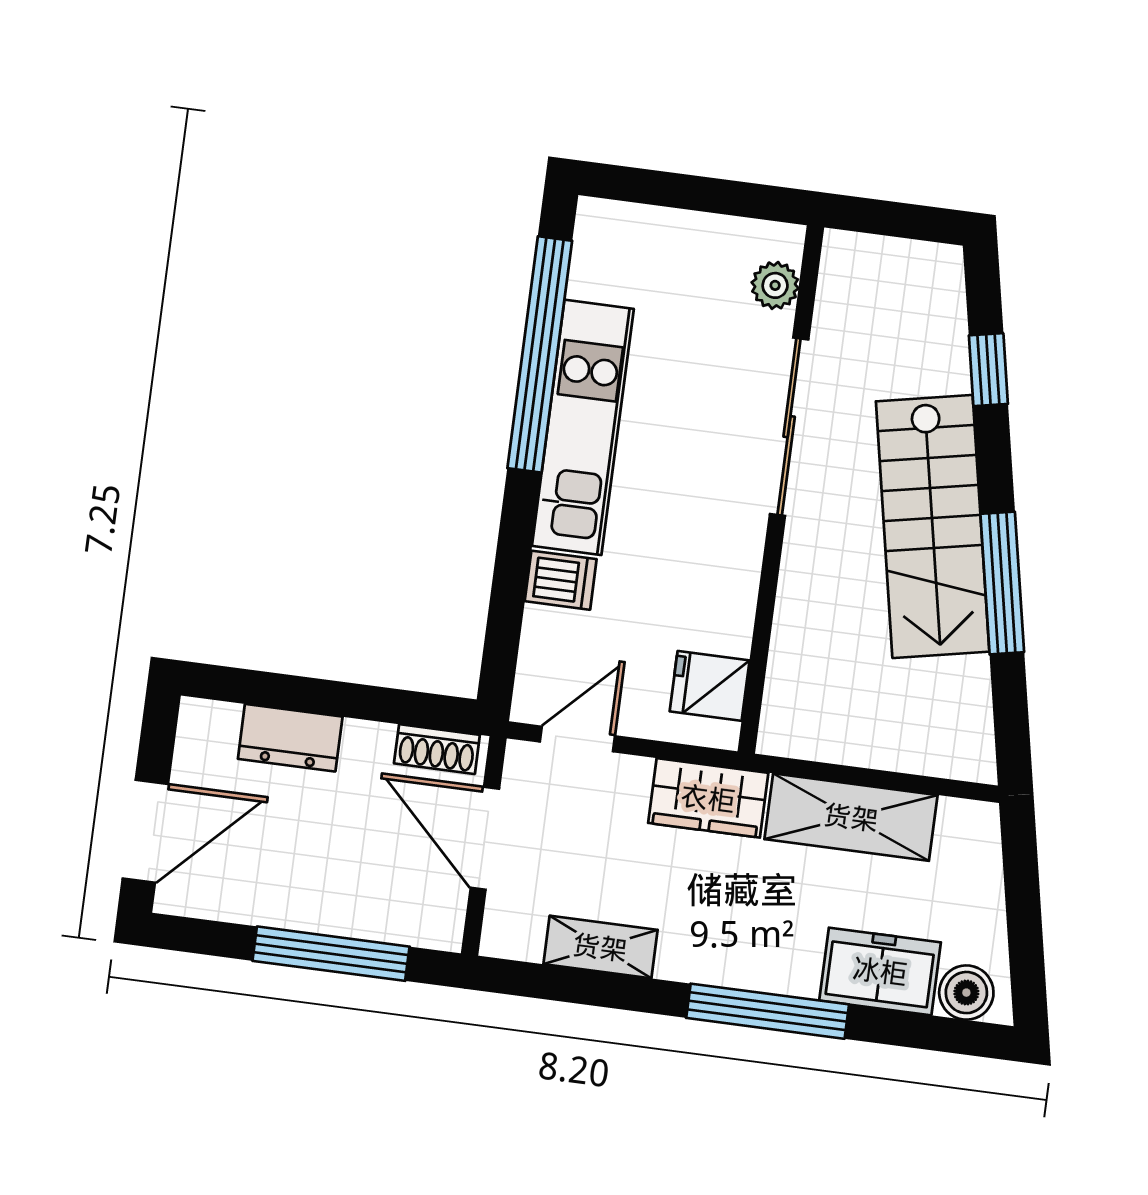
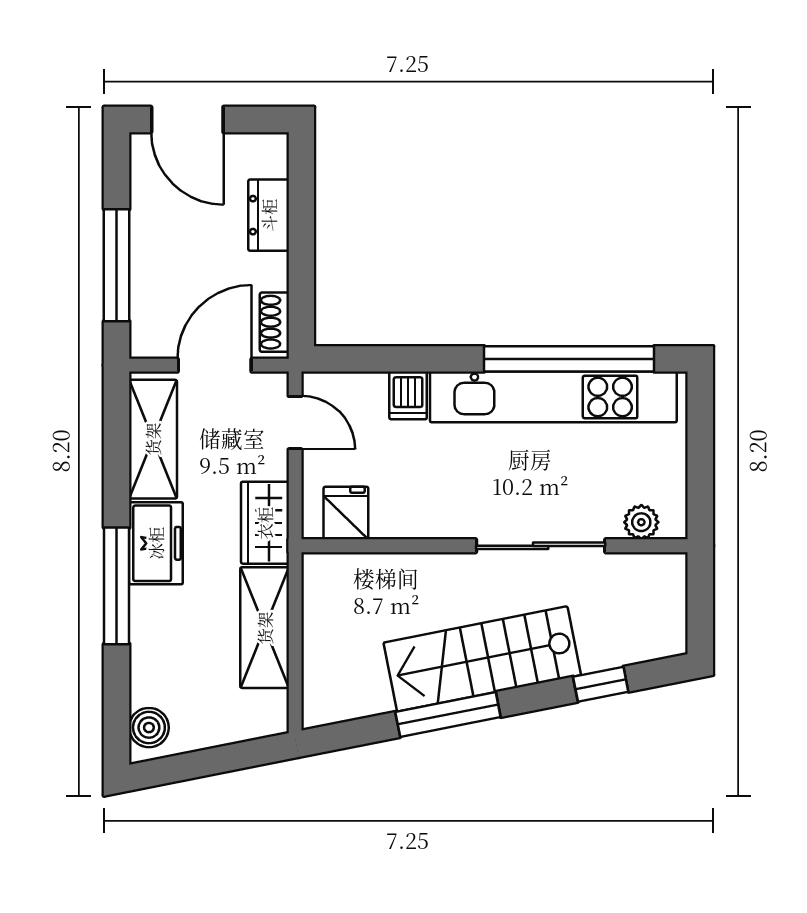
kitchen unit: (583, 427) -> (553, 397), width x1.36
shelving: (600, 947) -> (153, 439), width x1.50, depth x1.33
freezer: (880, 971) -> (156, 543), moved

